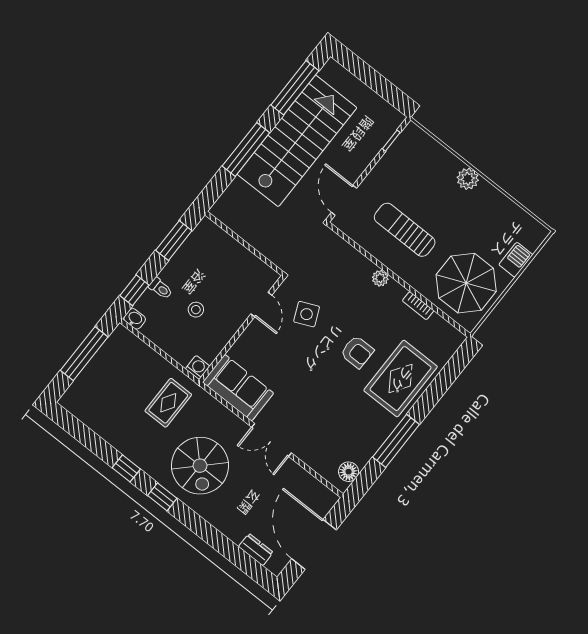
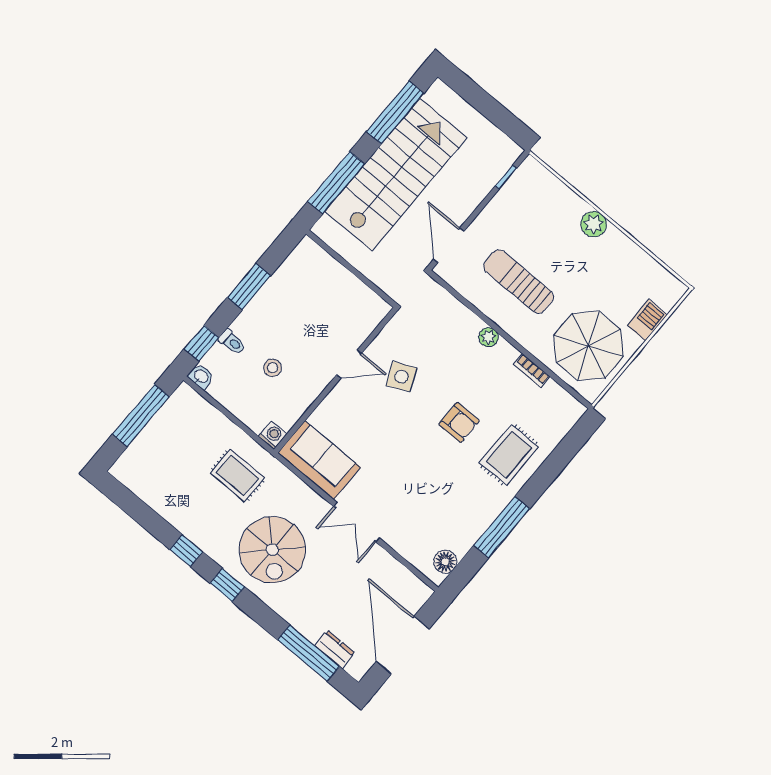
wall: (244, 244) -> (351, 269), moved
door: (261, 304) -> (349, 364), hinge flipped
rug: (401, 379) -> (509, 455), width x0.73, depth x0.70
rug: (168, 403) -> (237, 475), turned 90
window: (234, 553) -> (309, 653), added

